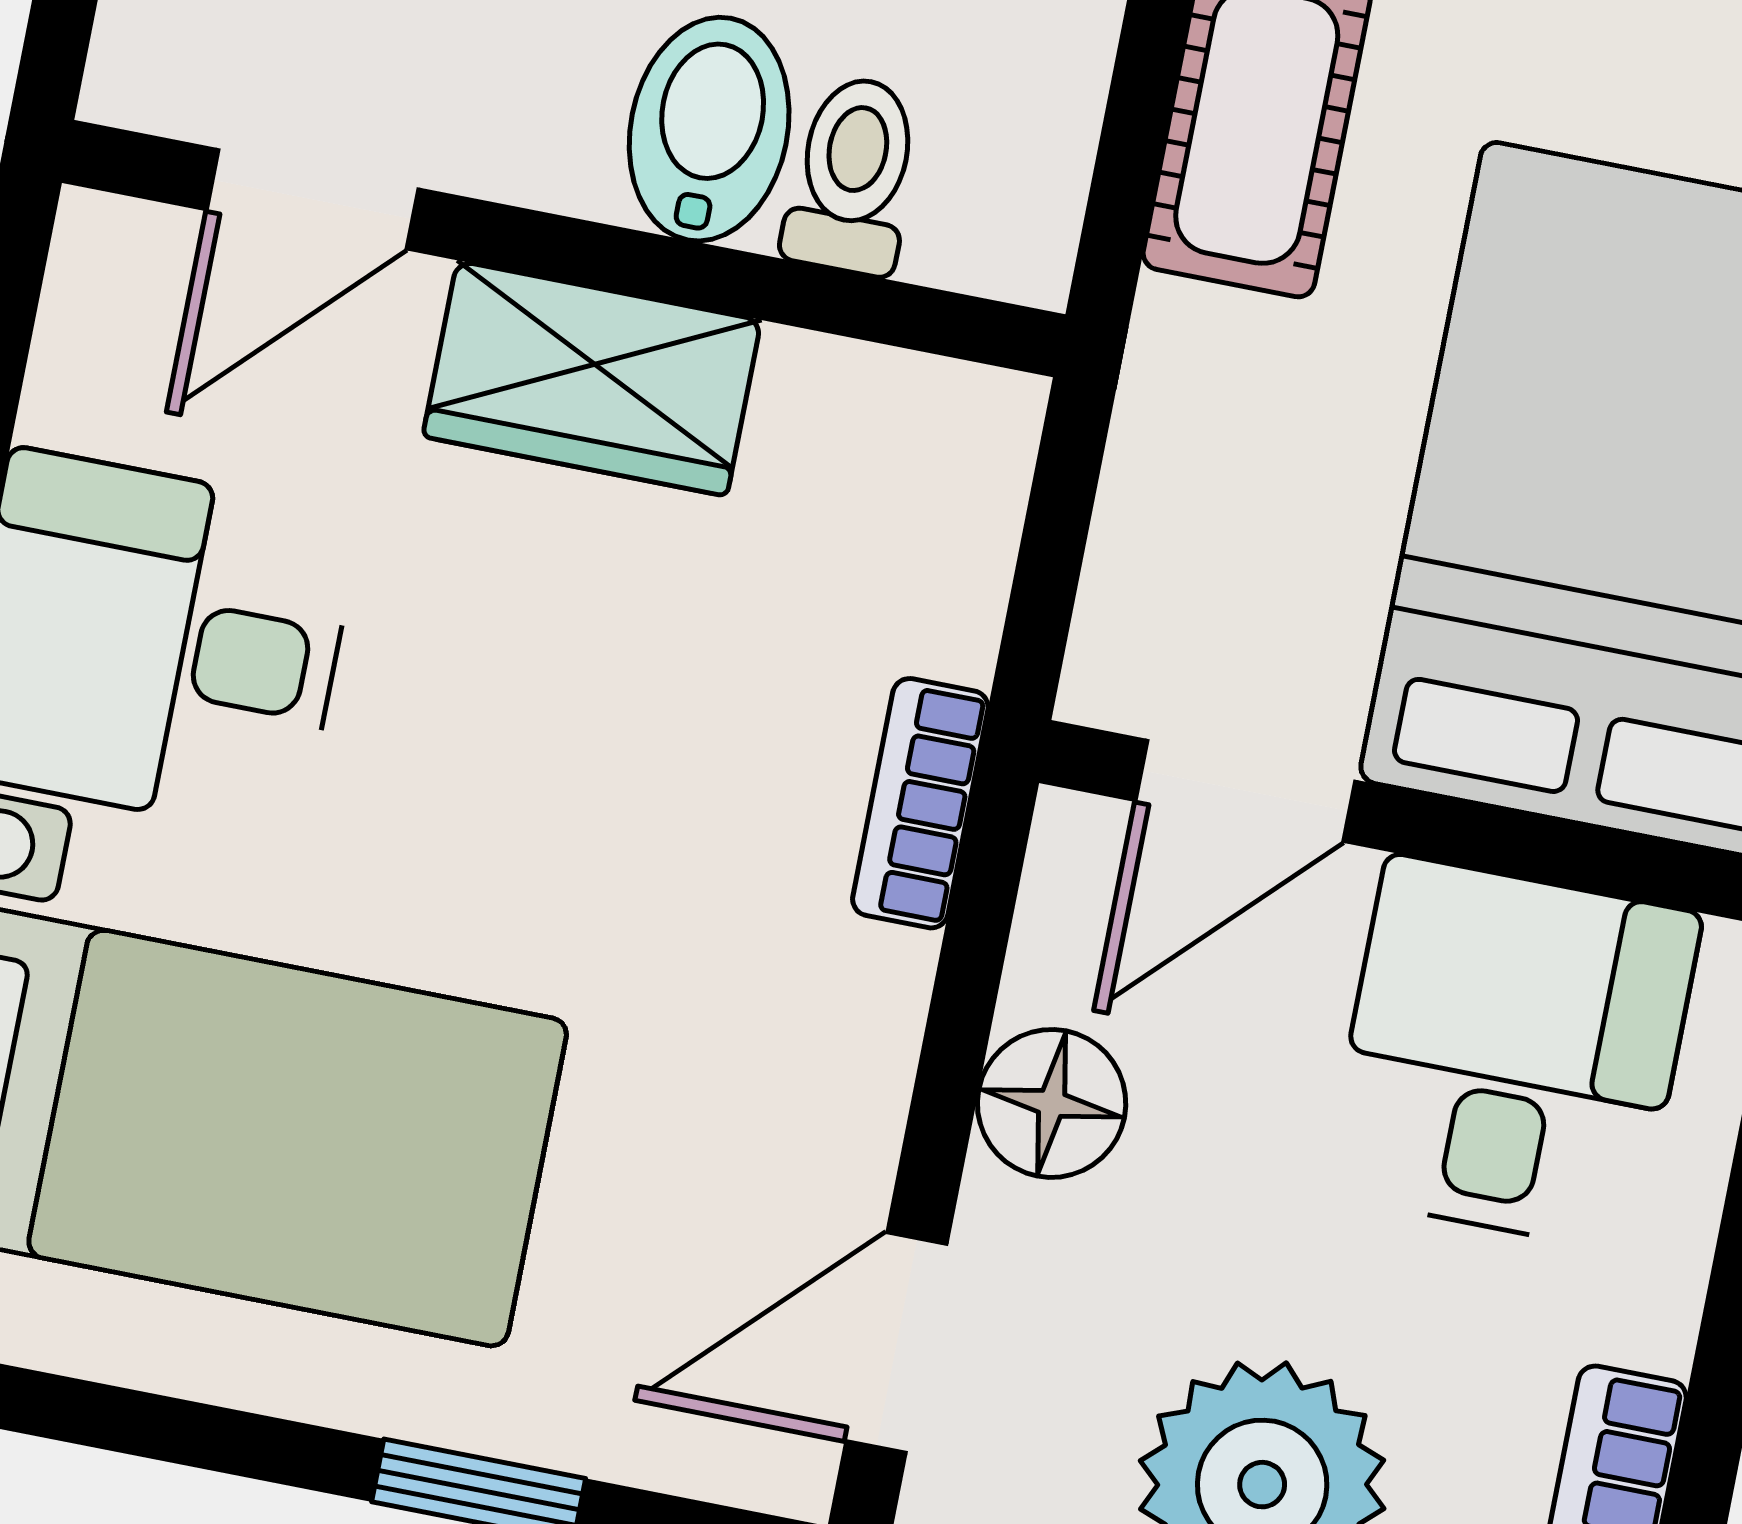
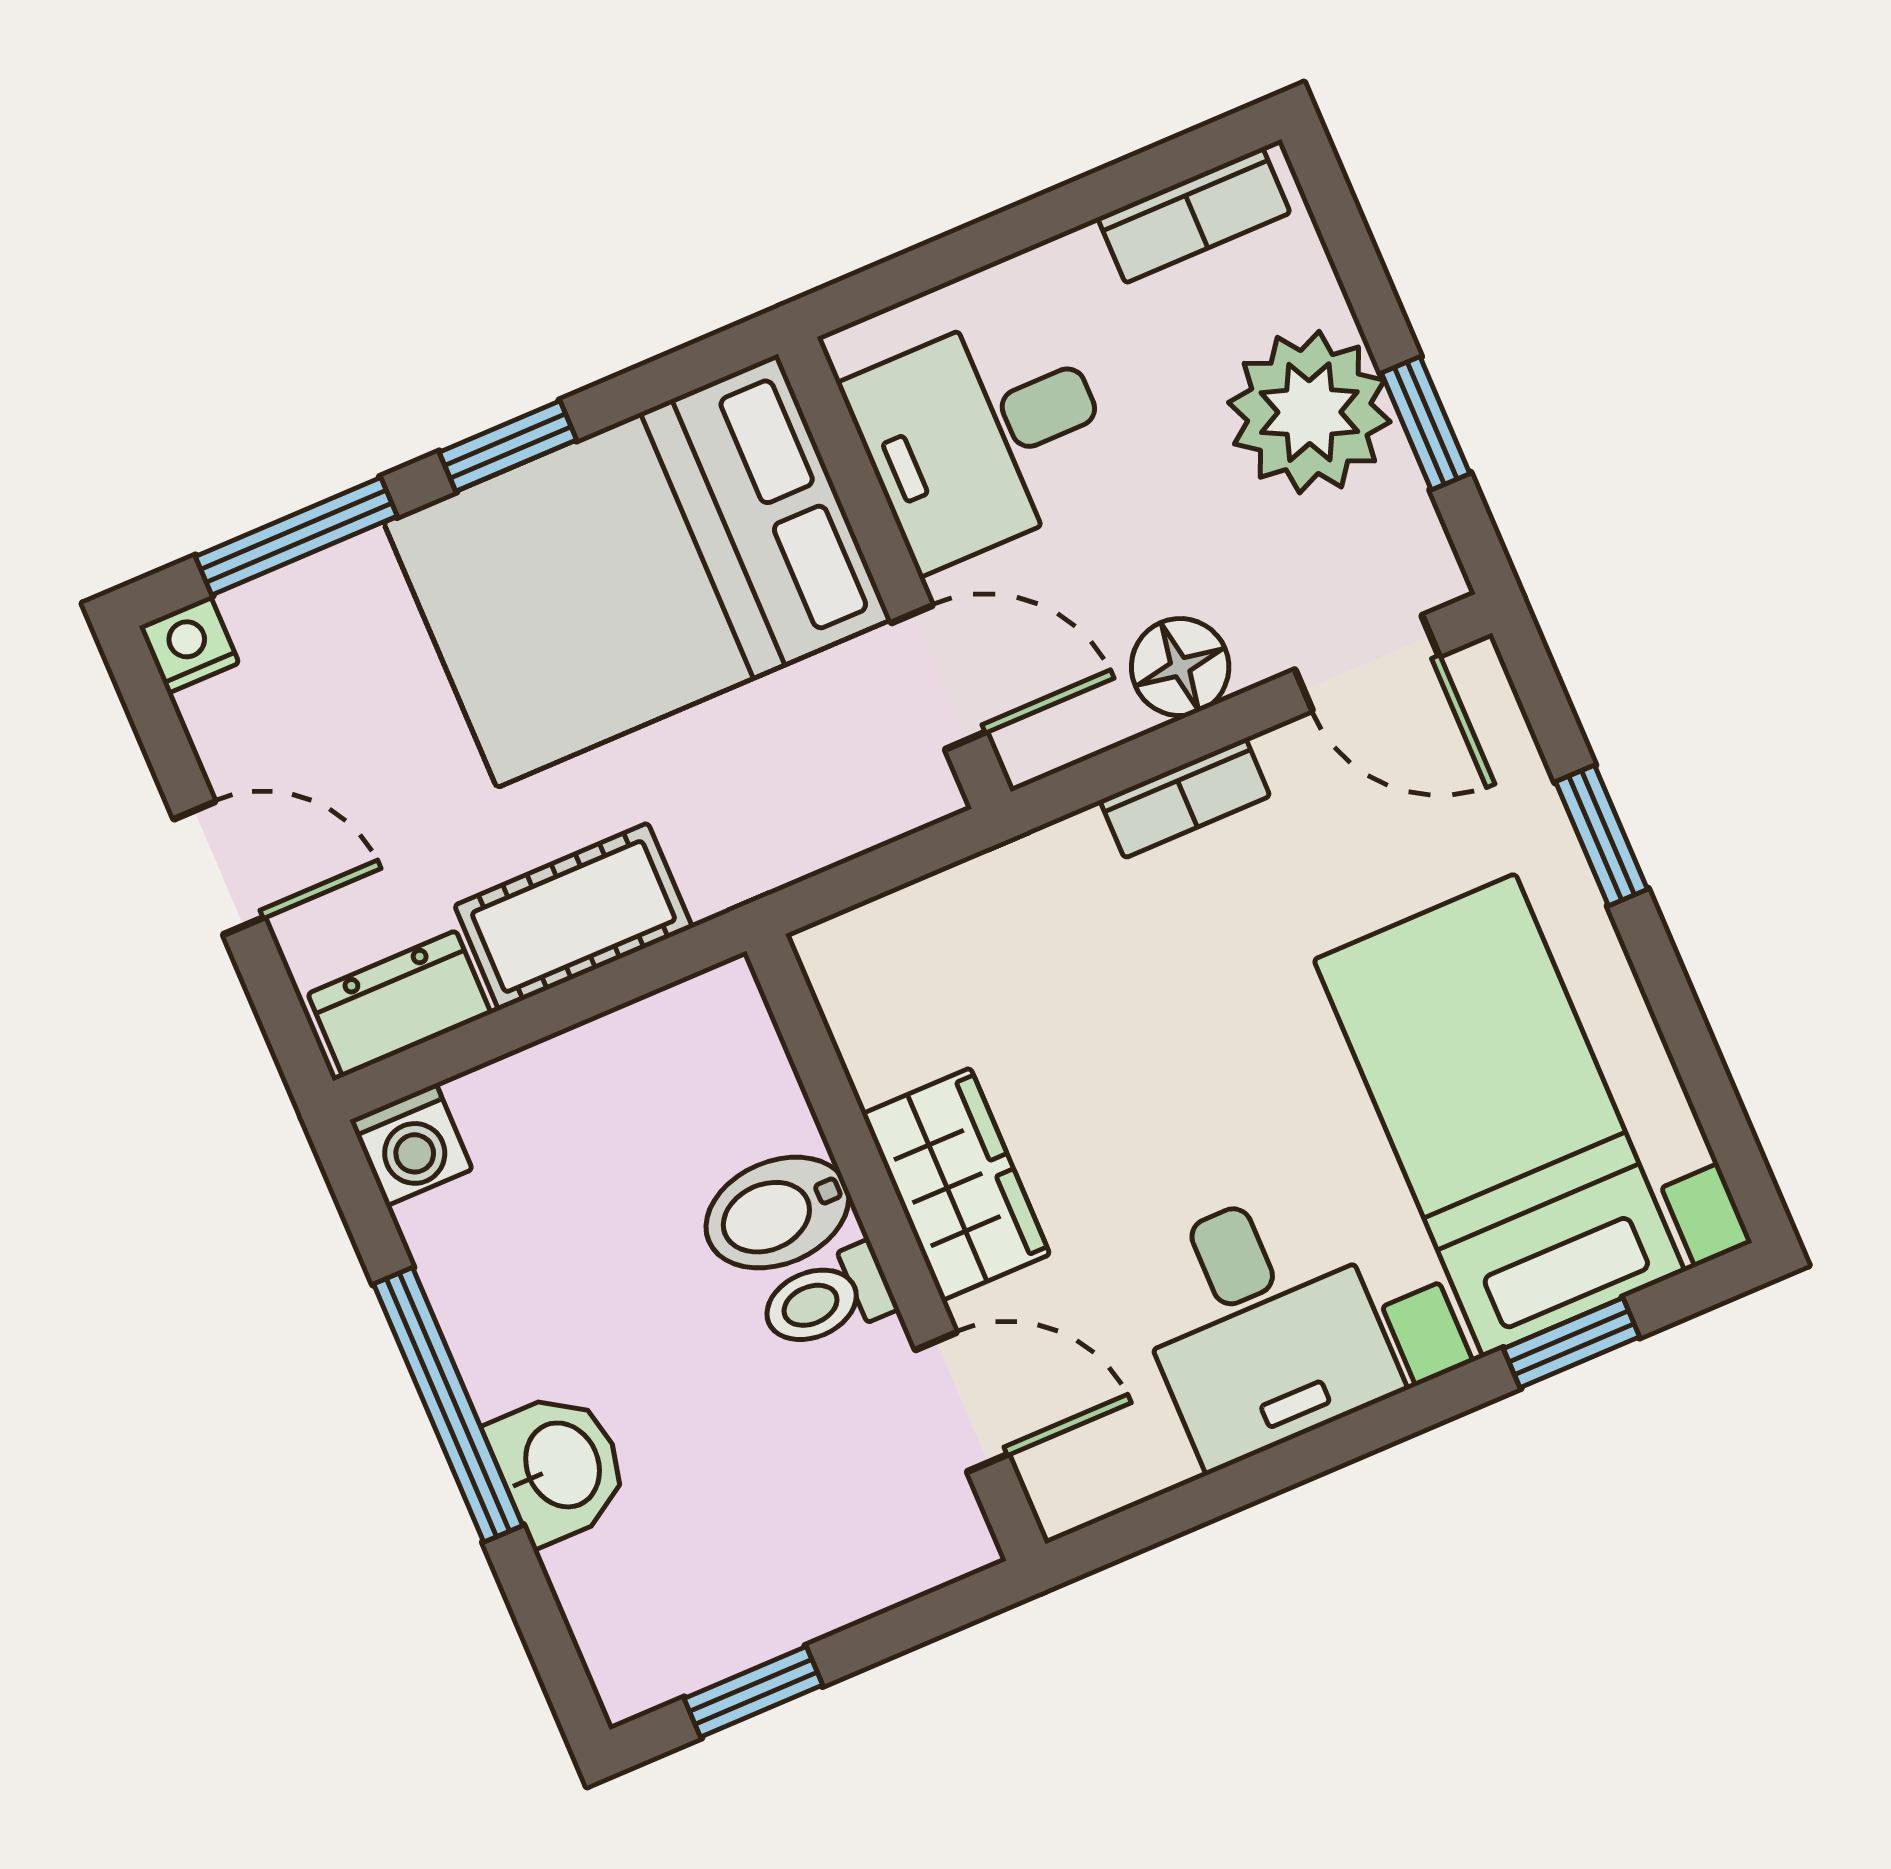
toilet: (853, 175) -> (827, 1298), moved
bookcase: (920, 803) -> (1185, 798), moved

